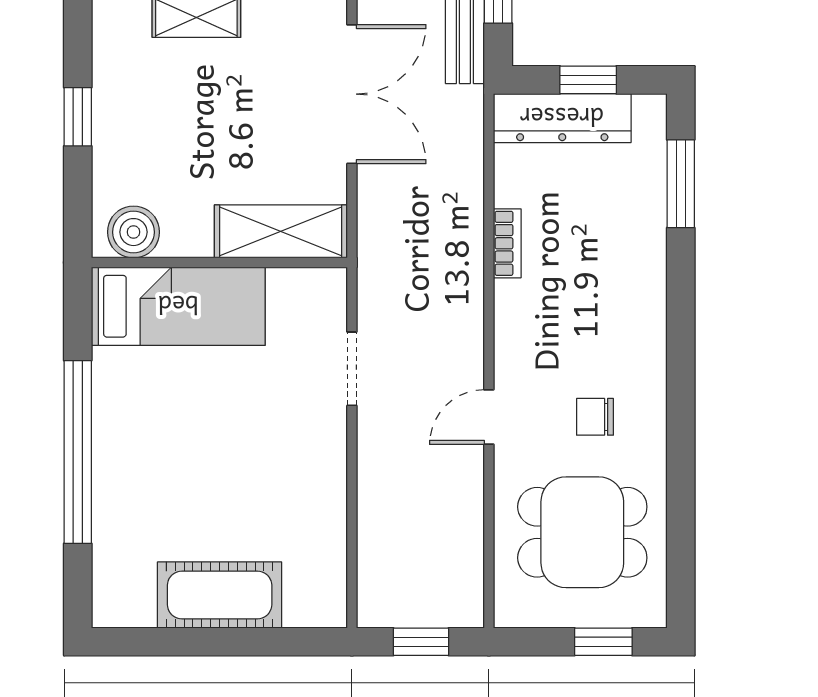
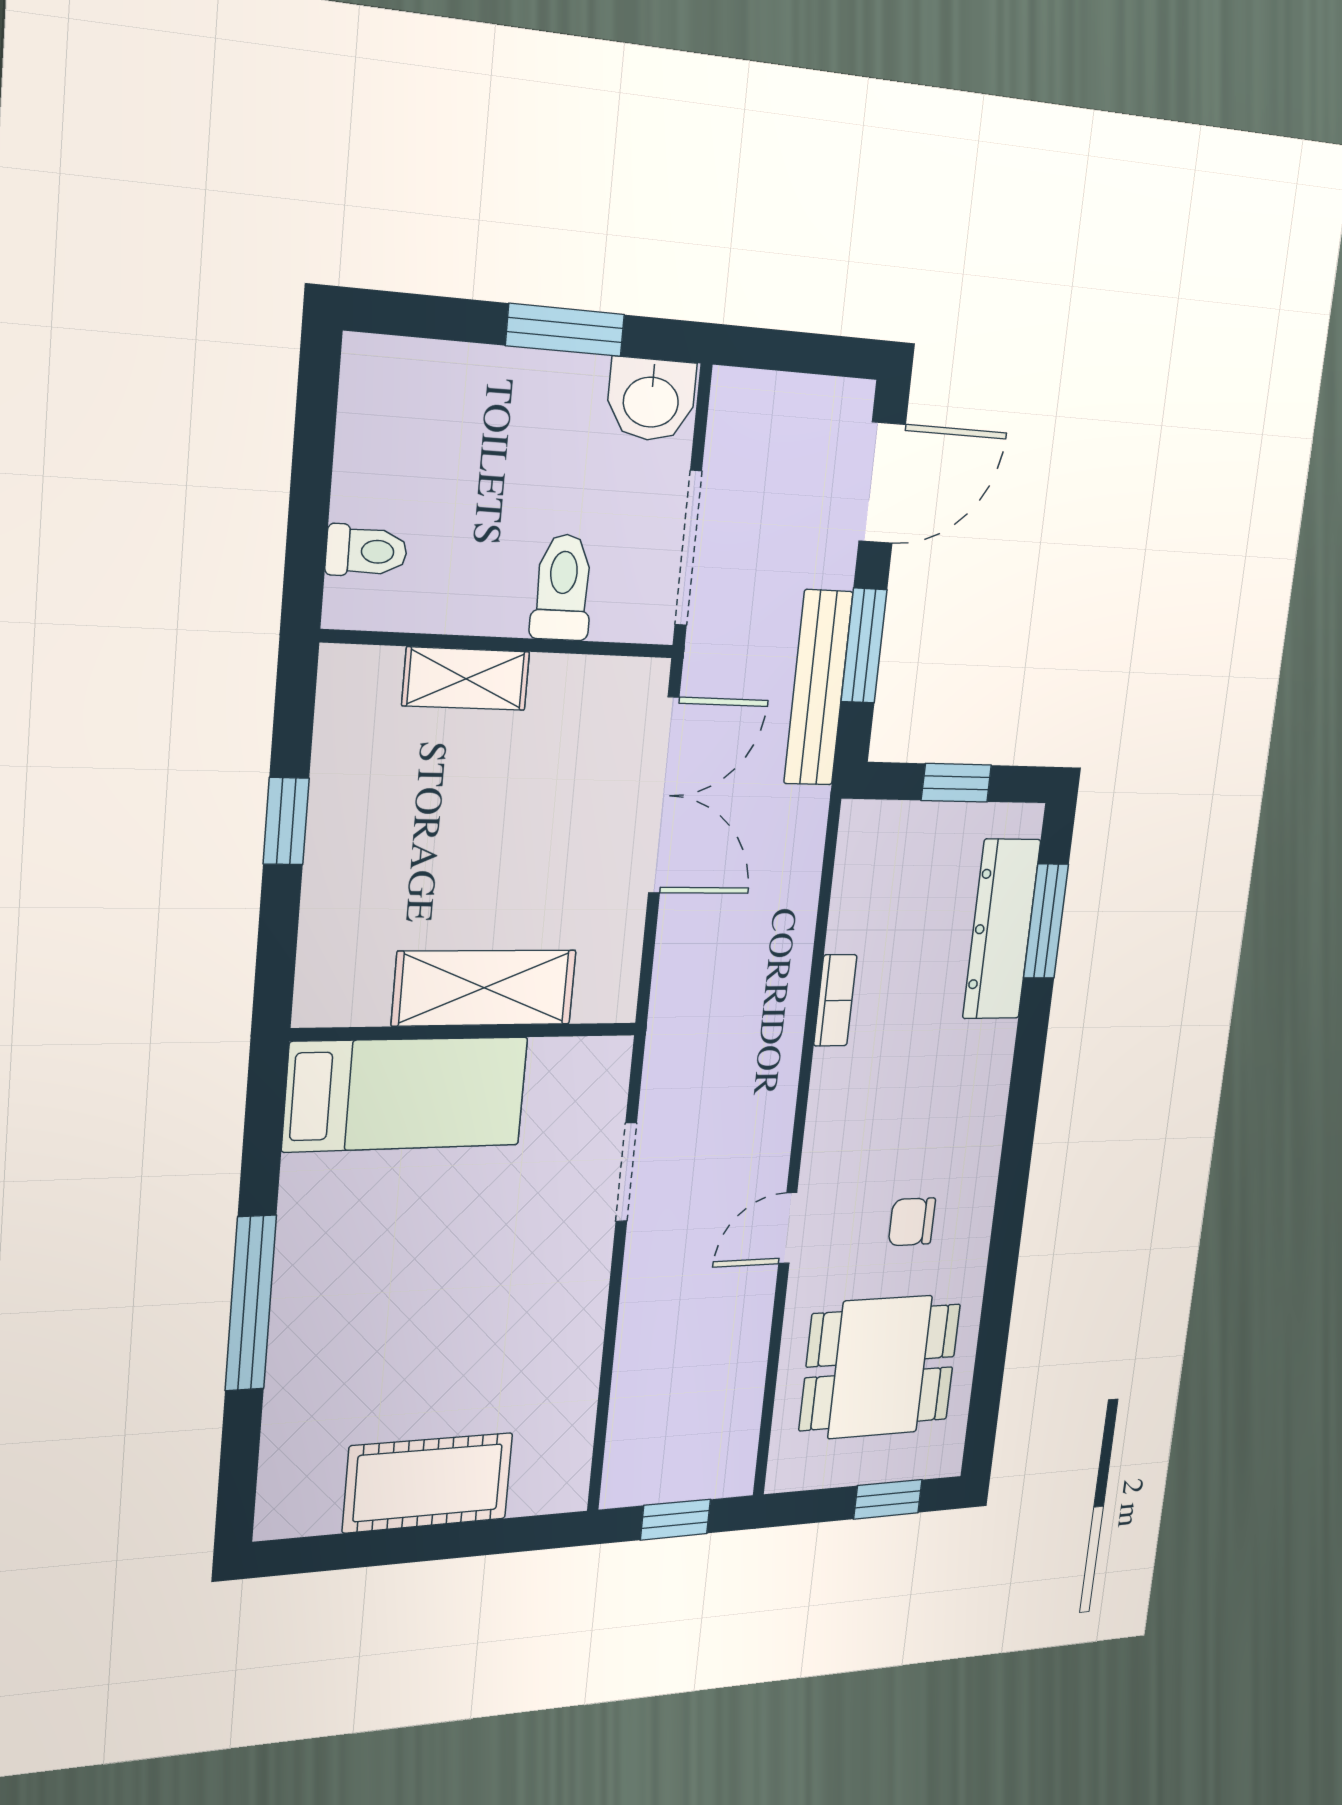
dresser: (562, 118) -> (1002, 929), moved, turned 90
shelving: (281, 231) -> (484, 988), moved
boiler: (133, 232) -> (353, 990), removed
window: (78, 452) -> (251, 1303), width x0.68

